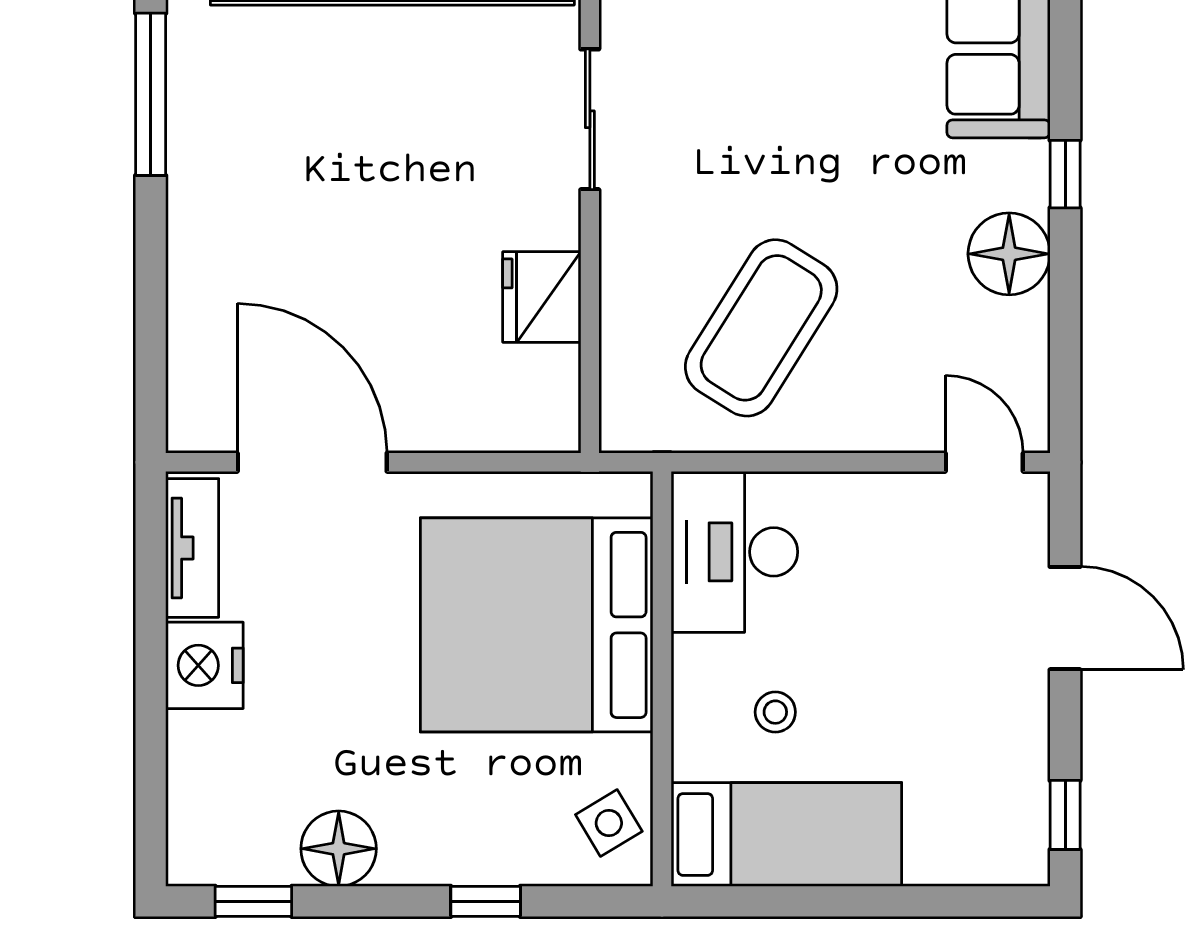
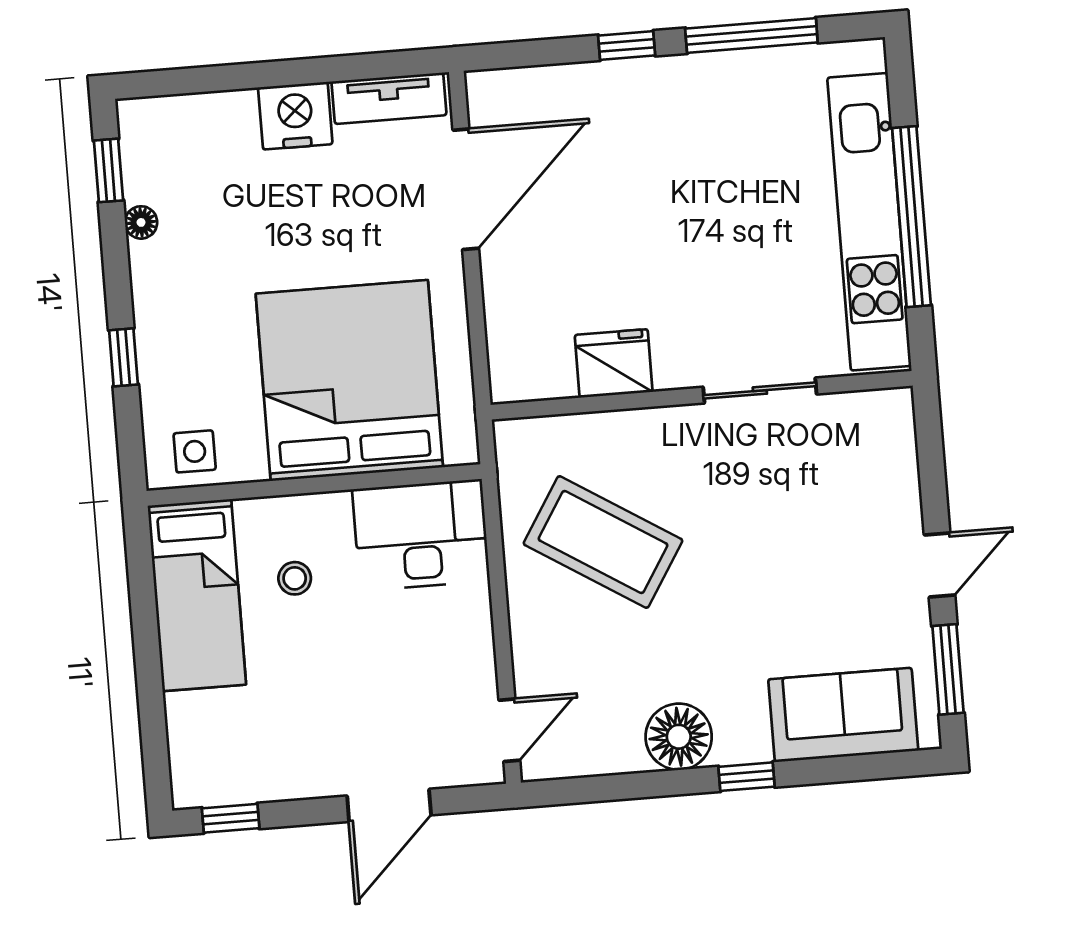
window: (151, 249) -> (627, 45), added
side table: (609, 823) -> (195, 451), turned 31
floor lamp: (339, 849) -> (141, 222), width x0.53, depth x0.53

